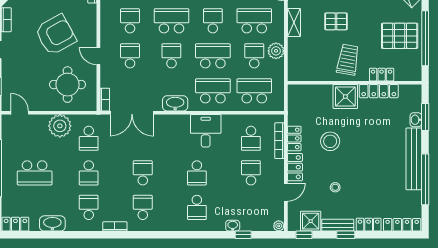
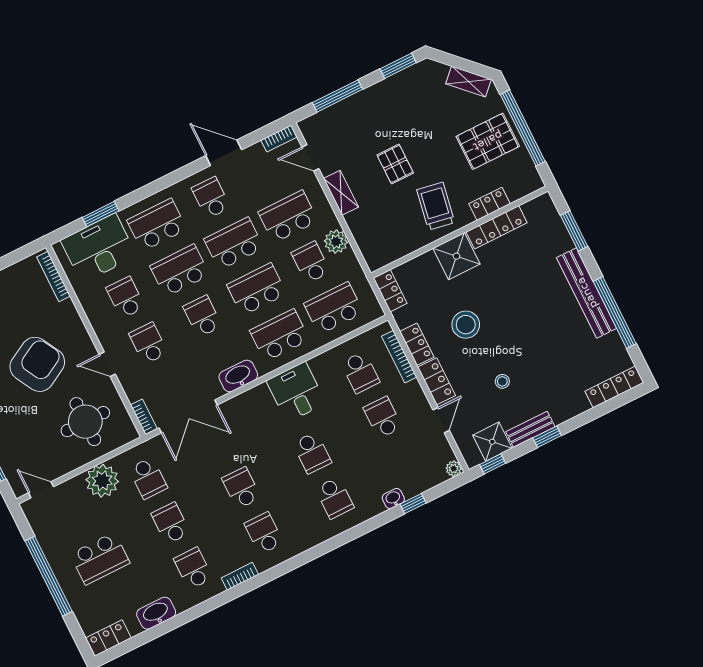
school desk: (213, 21) -> (234, 244), width x1.85
pallet: (336, 21) -> (395, 164), turned 90
washbasin: (416, 120) -> (564, 241), removed
school desk: (89, 173) -> (171, 523), turned 180
locker: (369, 225) -> (390, 291), moved, turned 90

